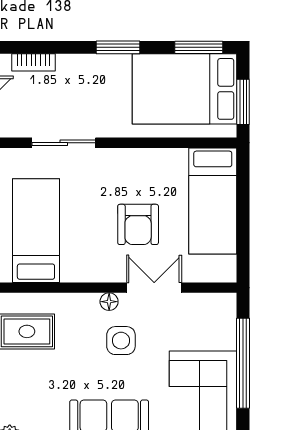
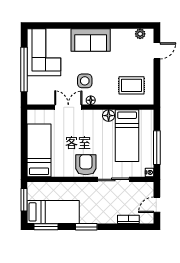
bed: (185, 89) -> (53, 212), width x0.67
armchair: (138, 224) -> (86, 165), moved
floor lamp: (73, 271) -> (109, 116), added
double door: (154, 288) -> (68, 107), swing flipped

